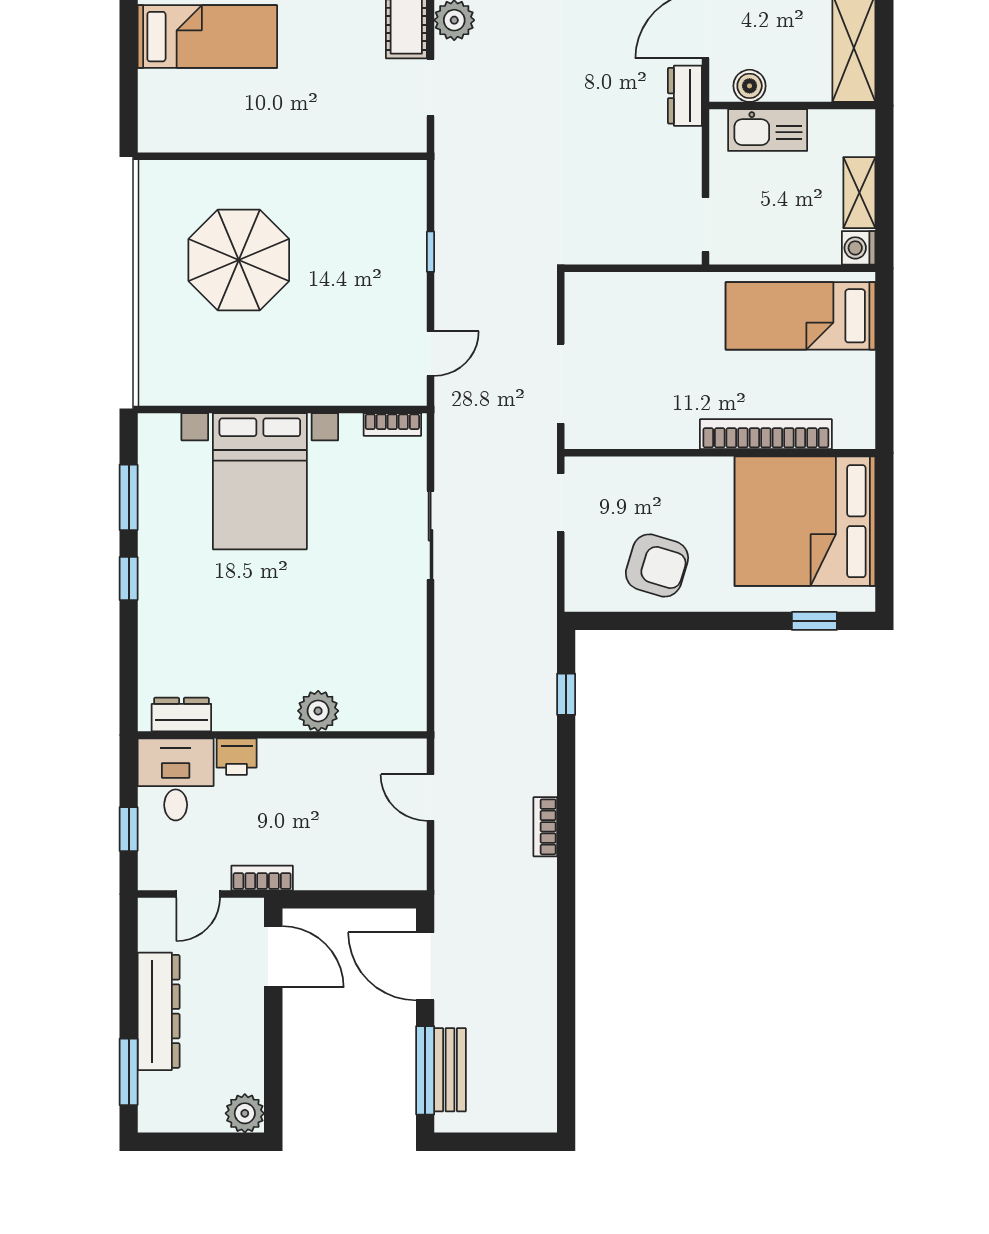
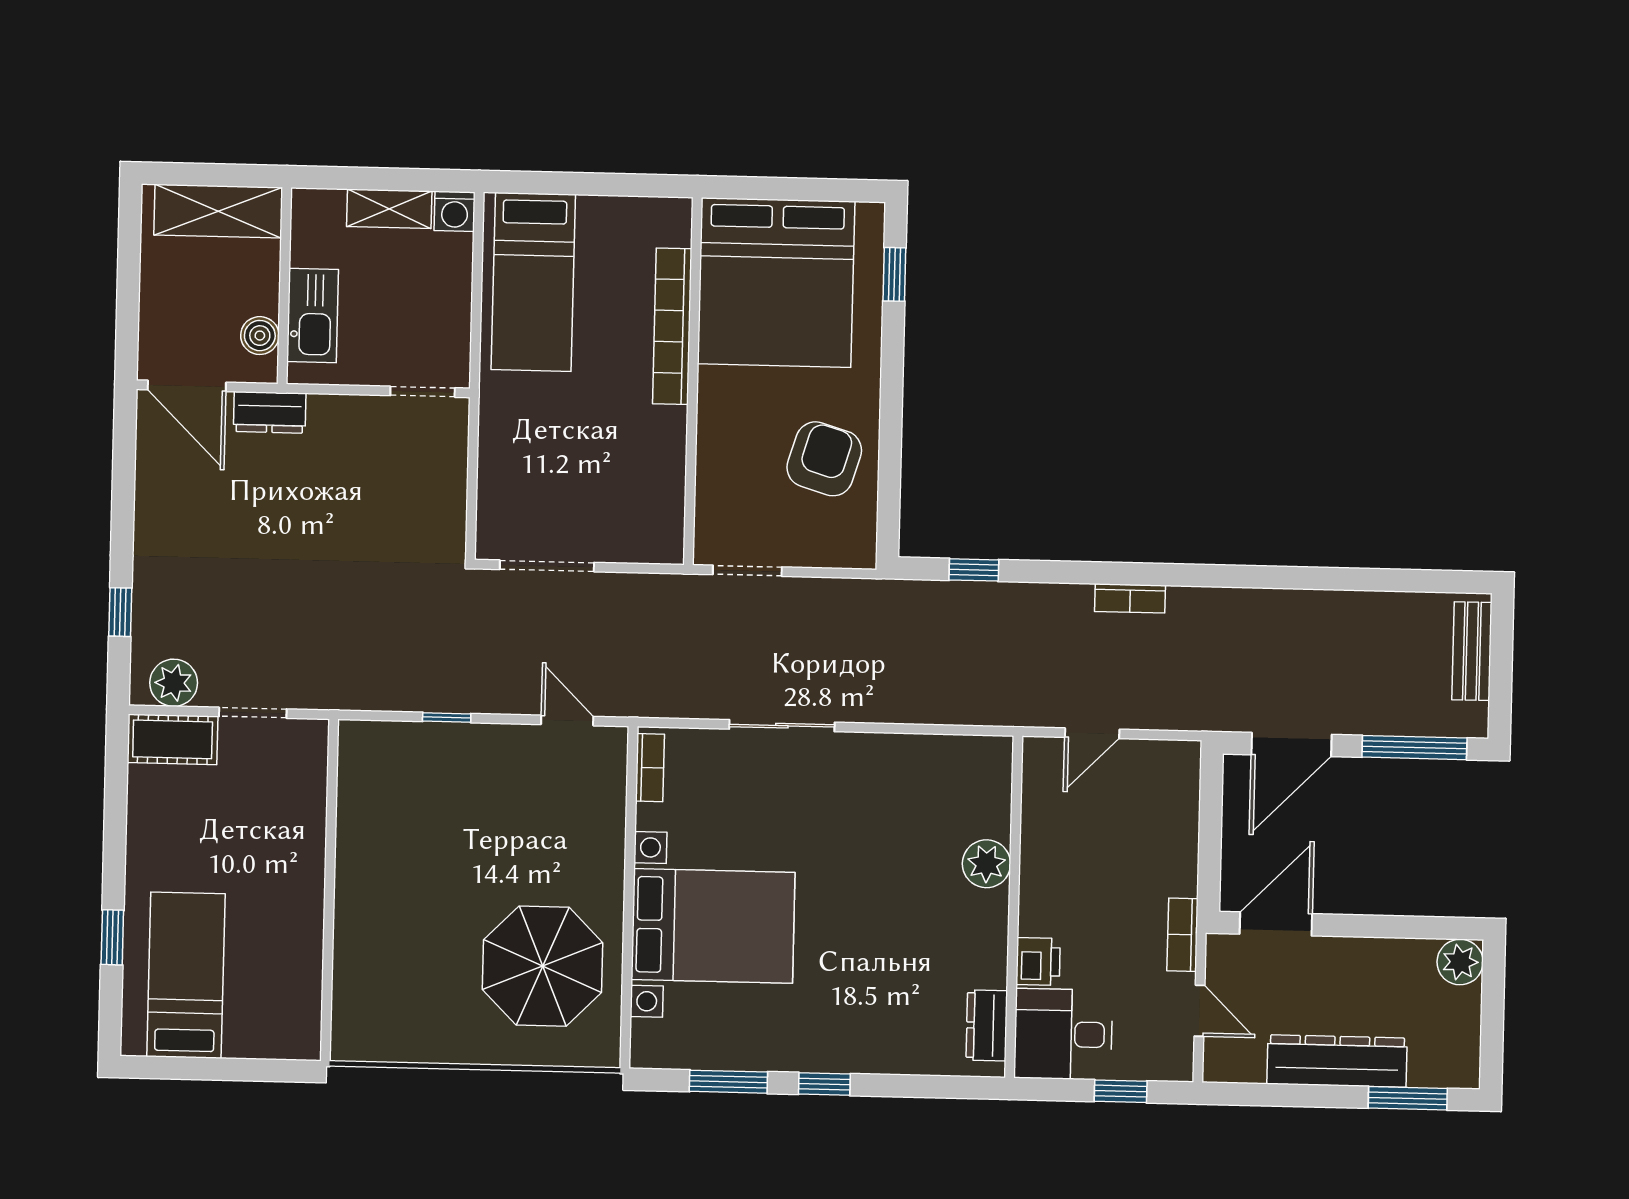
parasol: (239, 260) -> (543, 966), moved
doorway: (561, 384) -> (547, 566), moved
bench: (450, 1070) -> (1472, 651), moved, turned 90

